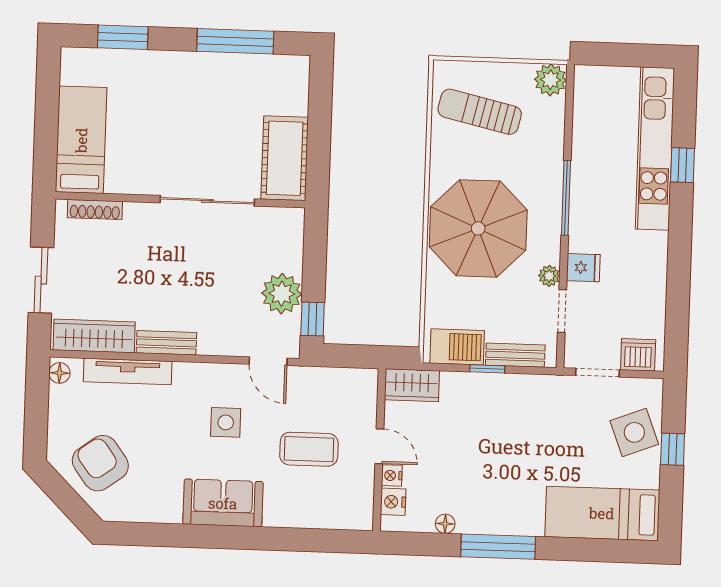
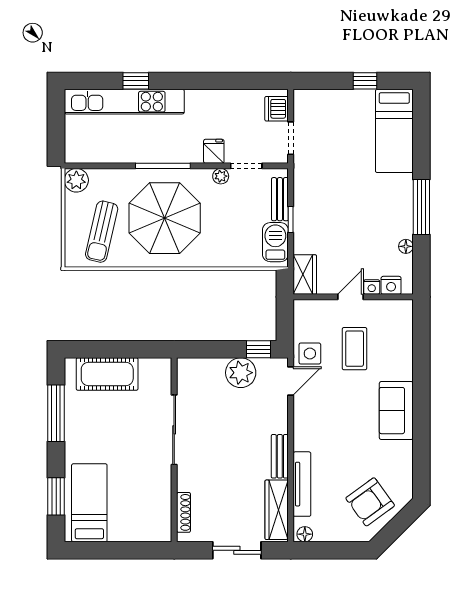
bed: (81, 140) -> (89, 503), moved, turned 90
cot: (285, 158) -> (107, 374), moved
parasol: (478, 228) -> (165, 218), moved
side table: (226, 422) -> (310, 354), moved
side table: (634, 432) -> (334, 109), removed
window: (673, 449) -> (365, 81), moved

